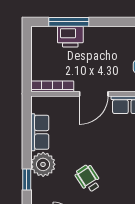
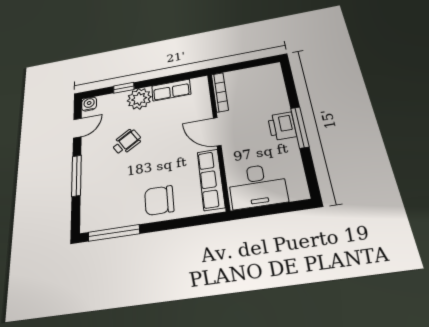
window: (69, 22) -> (300, 127), moved
printer: (70, 37) -> (282, 126), moved

